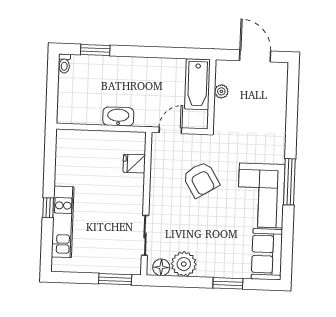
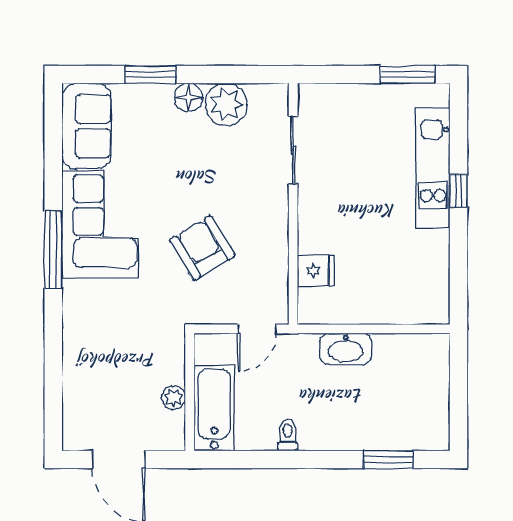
toilet: (64, 64) -> (288, 435), moved
floor lamp: (161, 267) -> (188, 97), moved
window: (115, 279) -> (408, 75), moved

